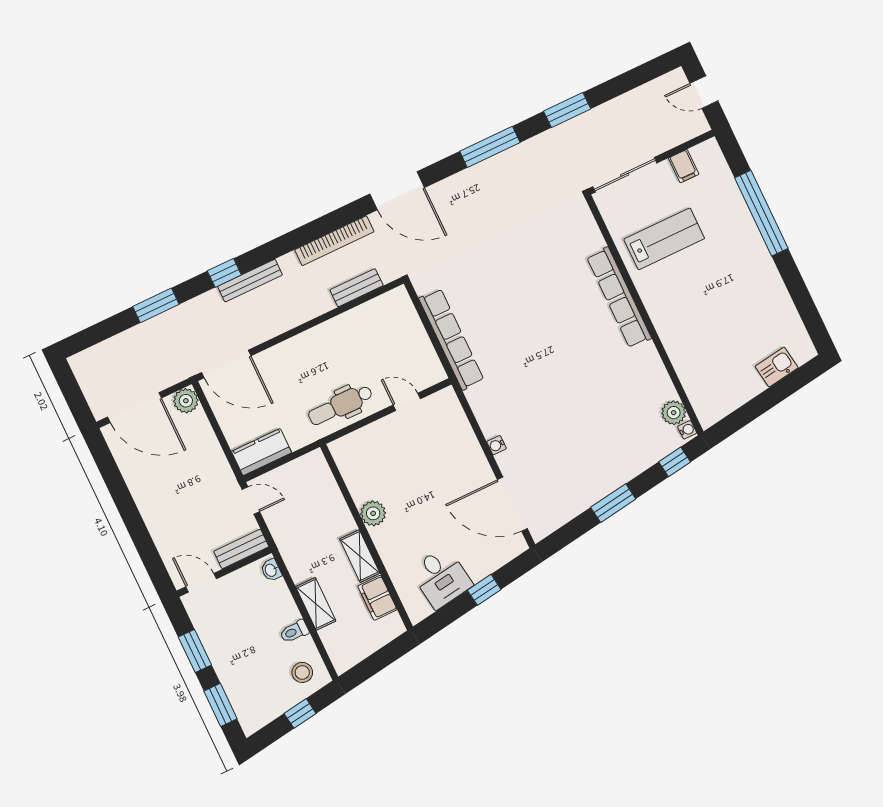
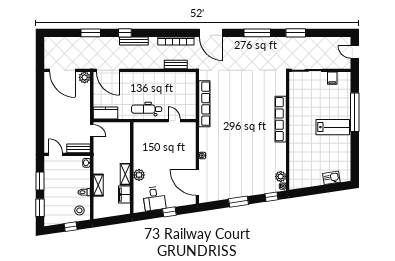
lab bench: (664, 239) -> (333, 127), moved
plant: (373, 513) -> (139, 175), moved

